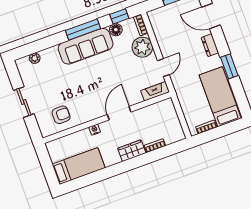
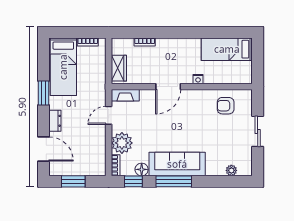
wardrobe: (132, 151) -> (119, 68), moved, turned -90

